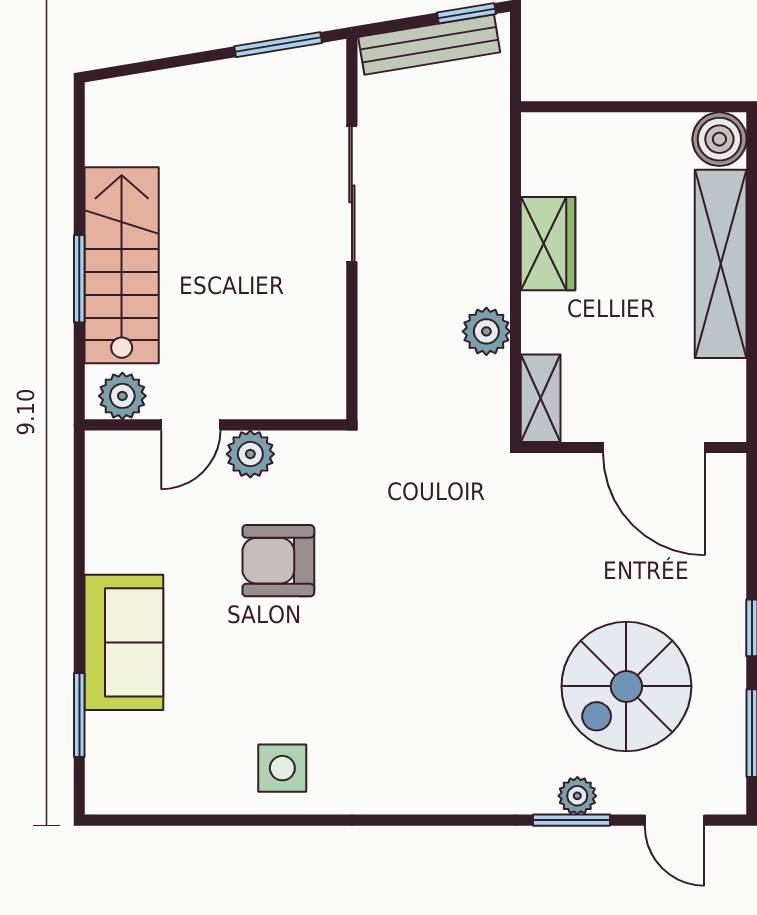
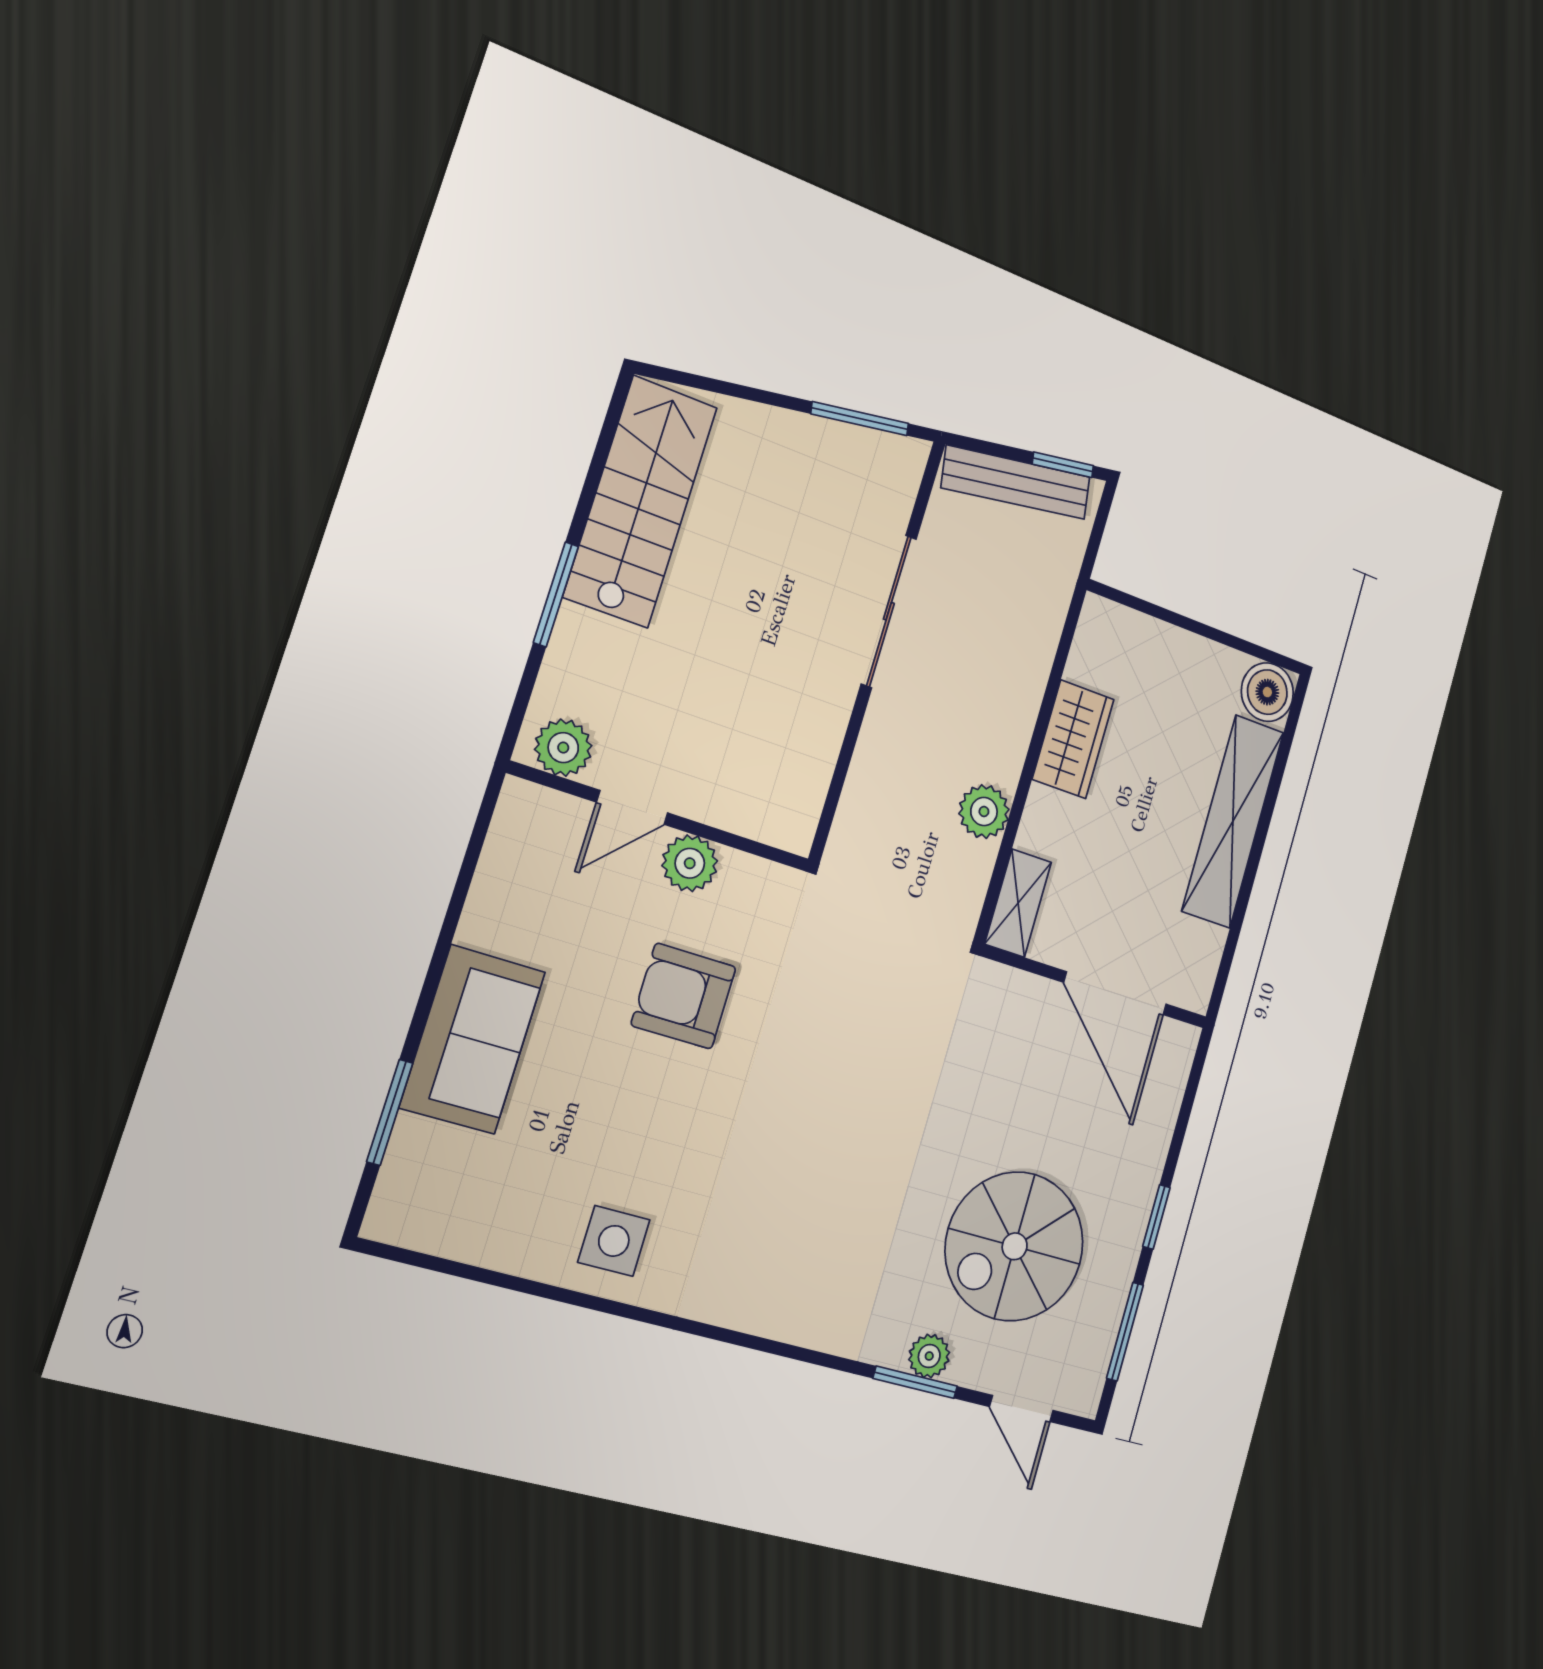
stairs: (122, 265) -> (641, 501), moved

